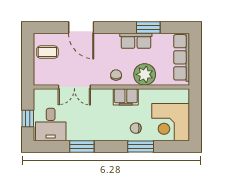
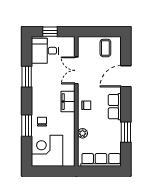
row of seats: (136, 41) -> (115, 107), moved
plant: (145, 74) -> (83, 133), width x0.53, depth x0.53
filing cabinet: (126, 97) -> (68, 102), moved

